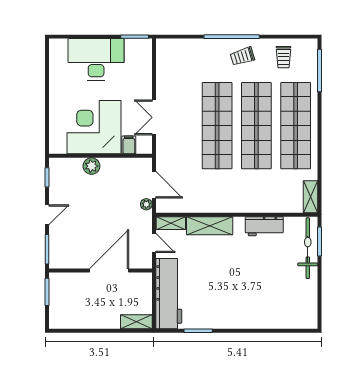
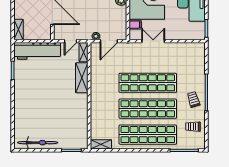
workbench: (264, 226) -> (81, 114), removed
bicycle: (308, 248) -> (38, 143), moved

